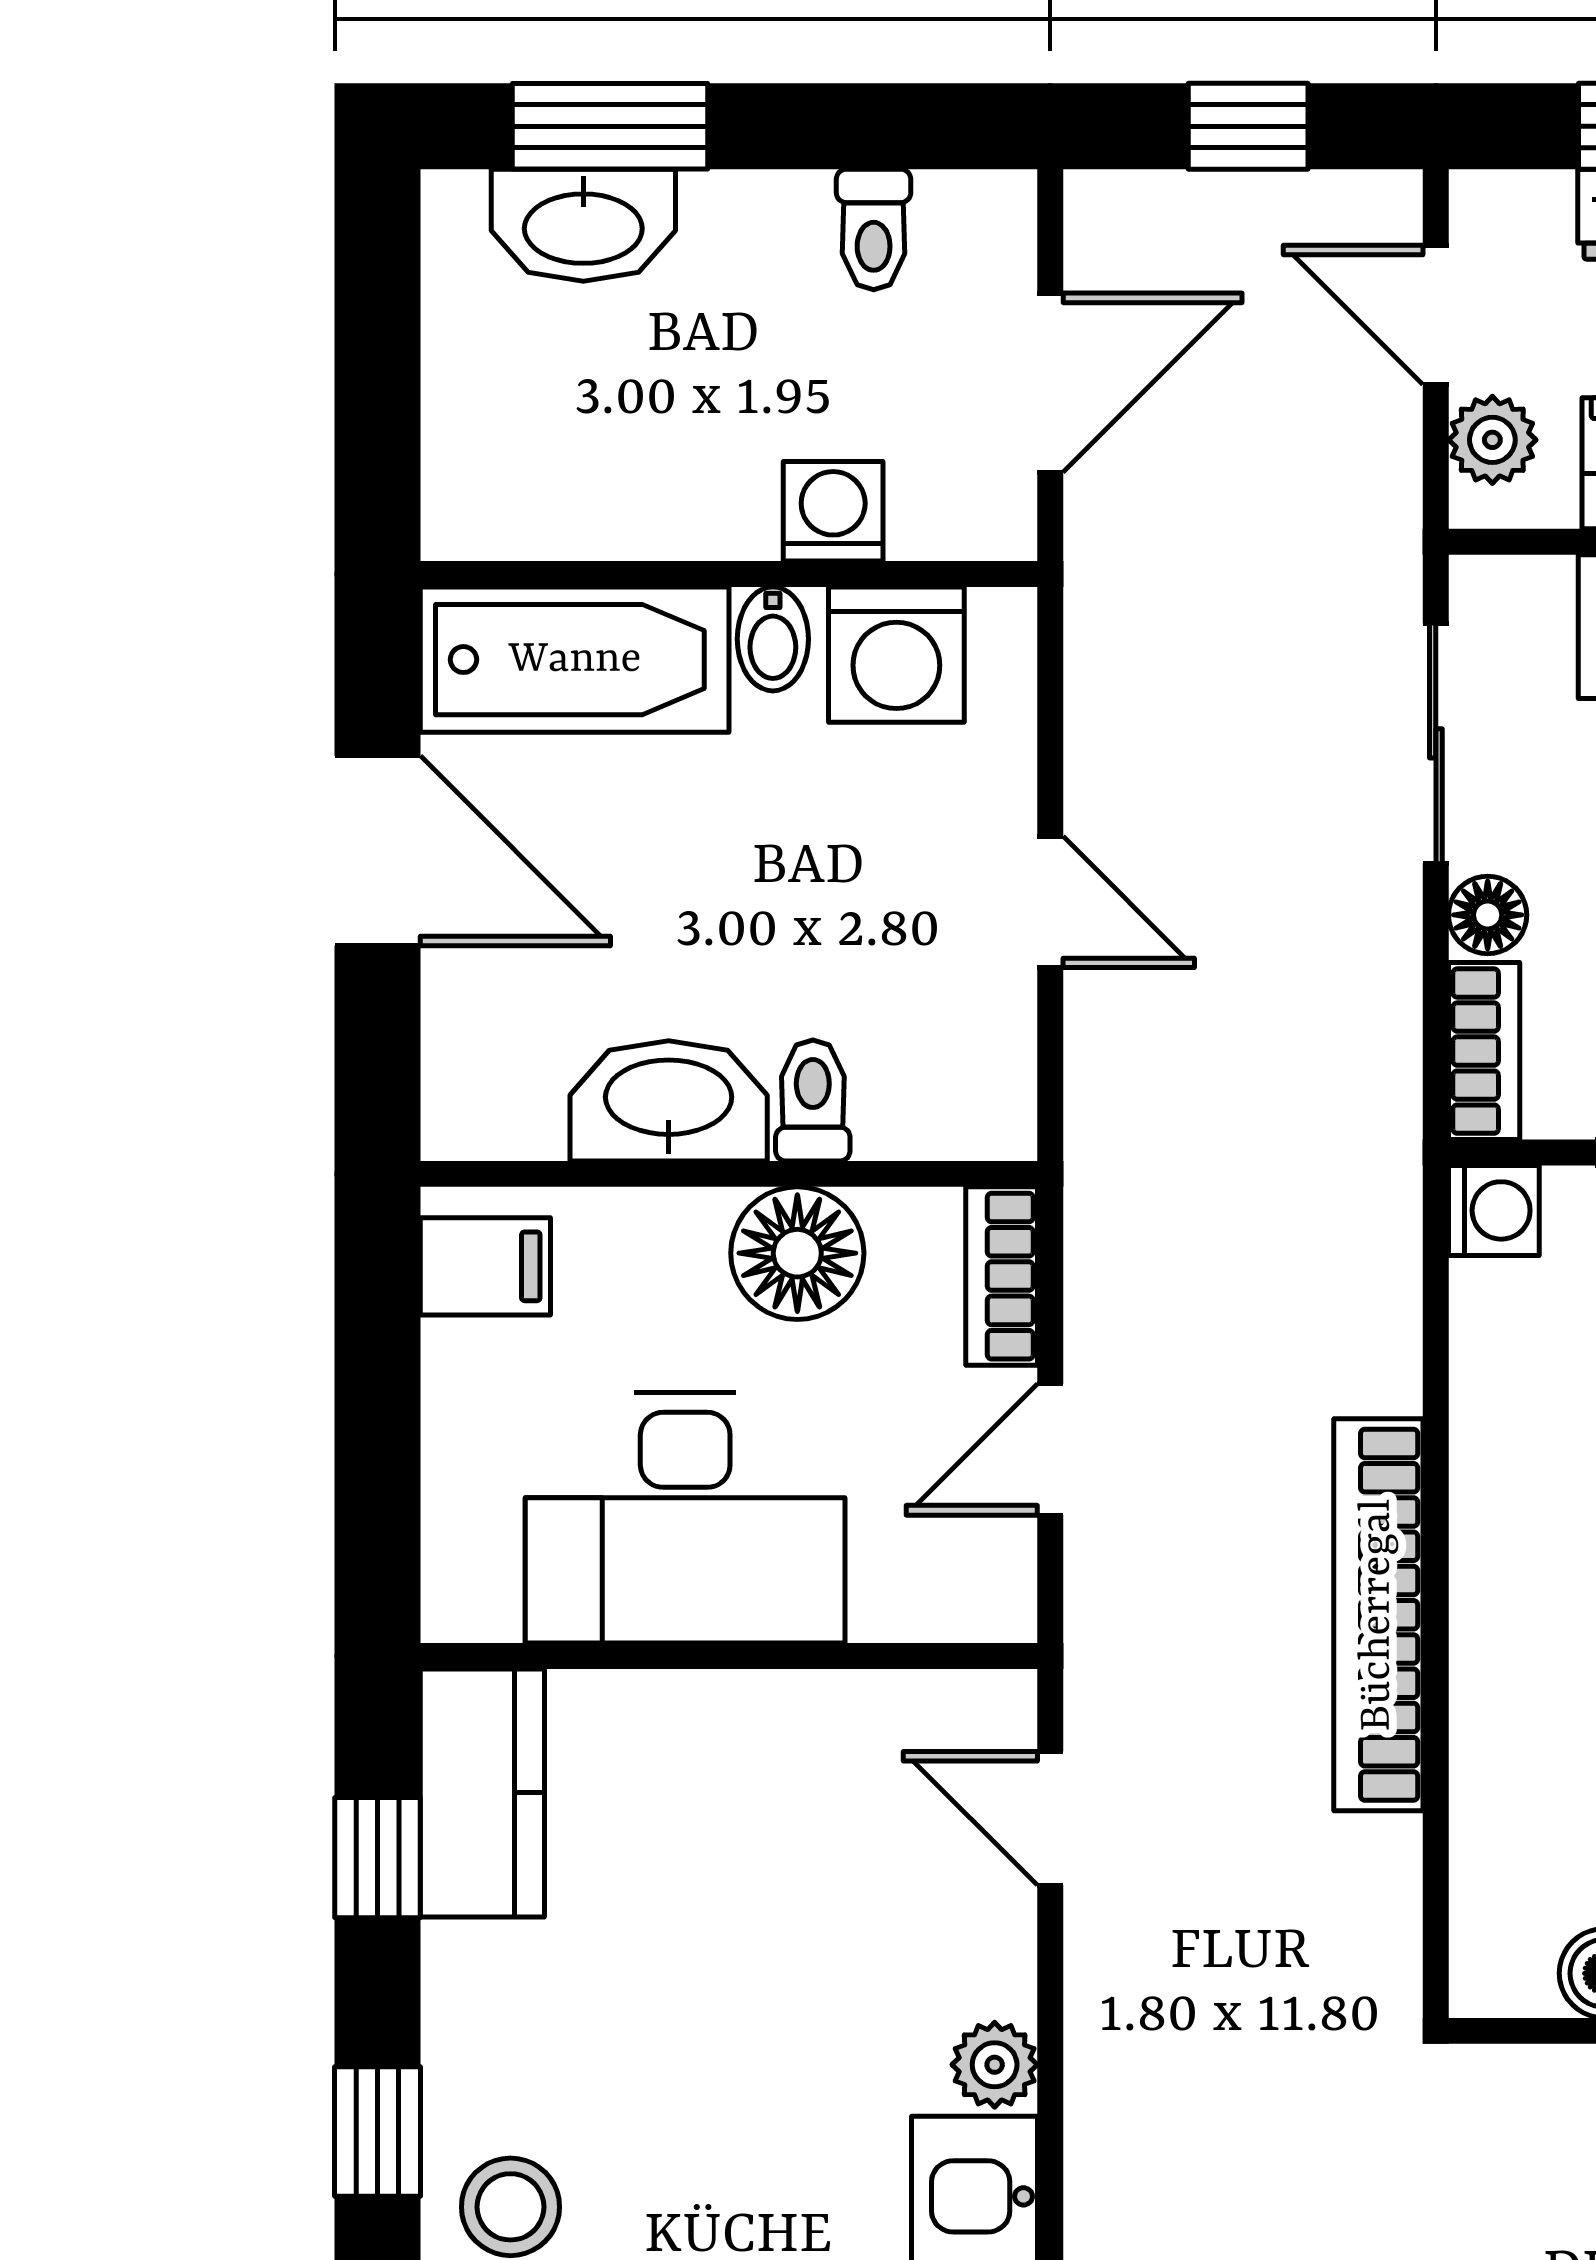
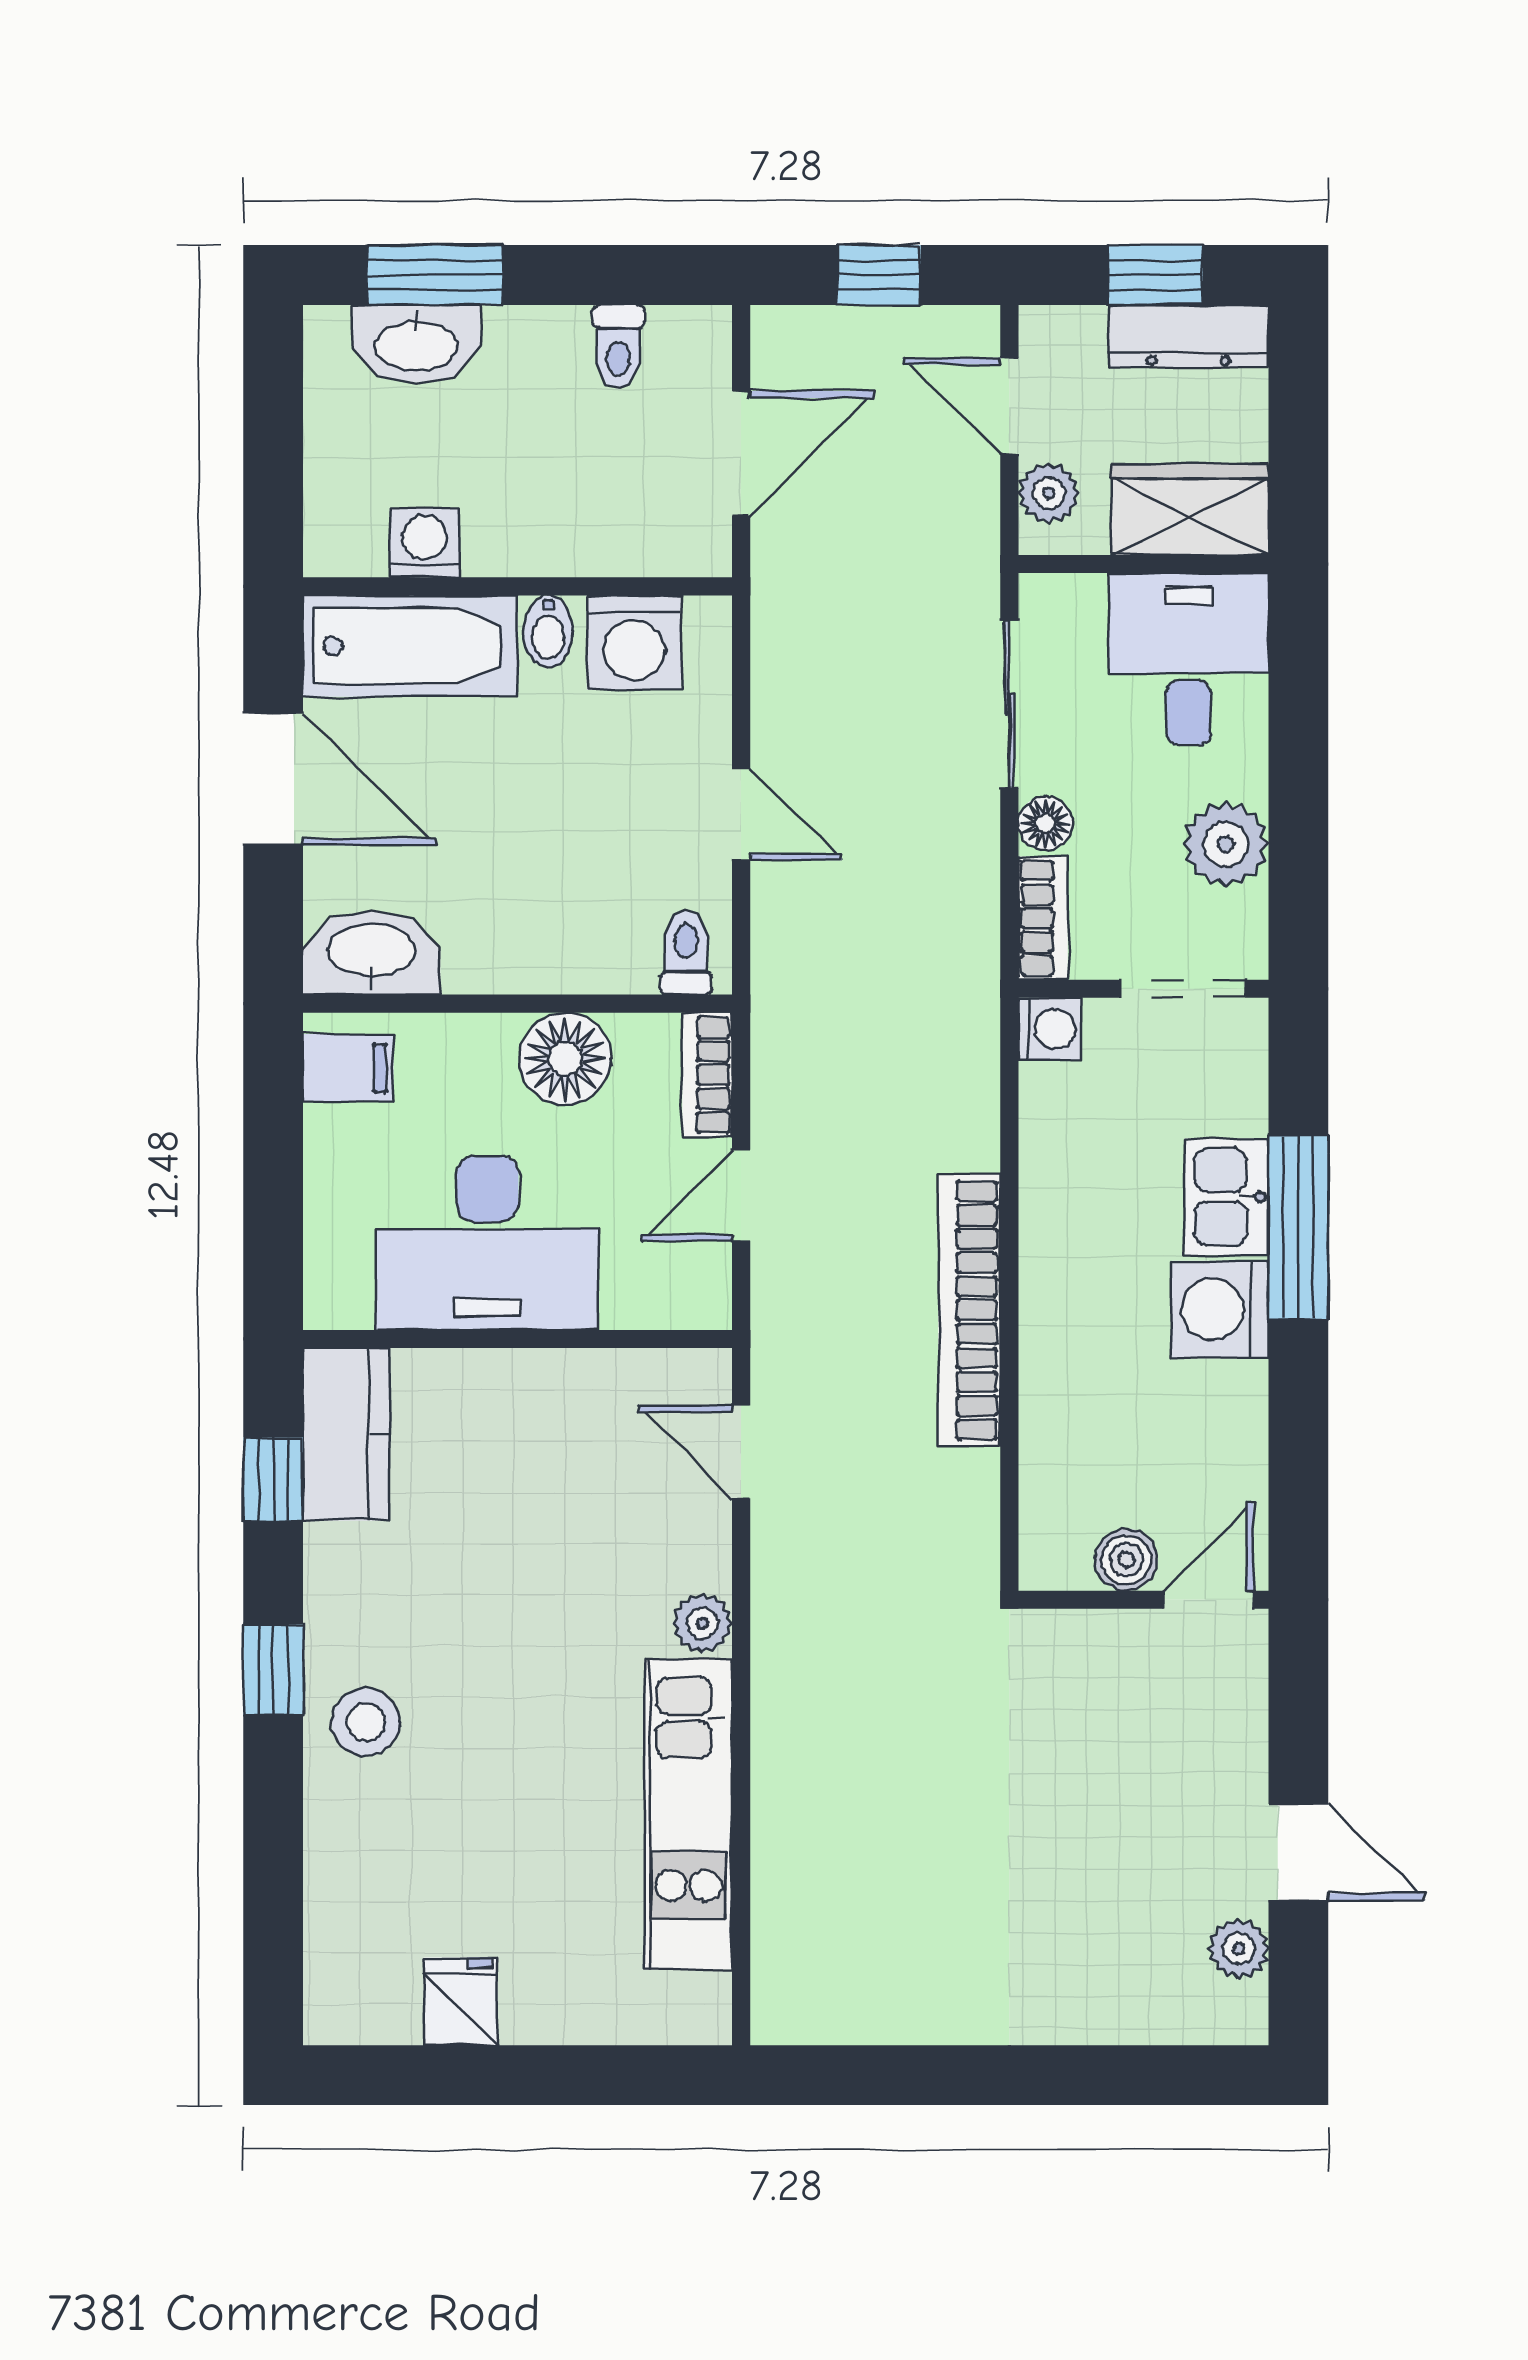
washing machine: (833, 511) -> (424, 543), moved
toilet: (813, 1100) -> (686, 953), moved
washbasin: (669, 1101) -> (371, 953), moved

